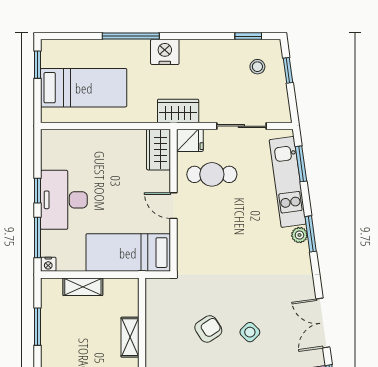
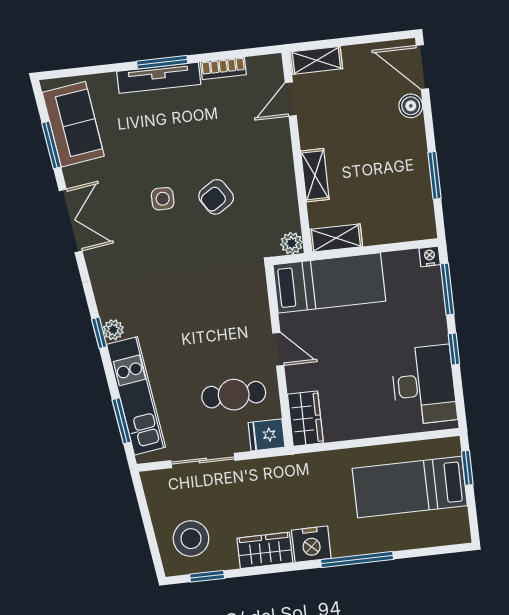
window: (37, 65) -> (467, 468), moved
stool: (257, 67) -> (191, 539), width x1.89, depth x1.89
window: (288, 70) -> (151, 538), removed
wardrobe: (178, 111) -> (265, 550), moved, turned 180
desk: (64, 200) -> (424, 385), moved
window: (311, 234) -> (99, 333), width x0.67
plant: (154, 286) -> (292, 243), added
shelving: (83, 287) -> (336, 238), moved
side table: (250, 332) -> (163, 199), turned 45

